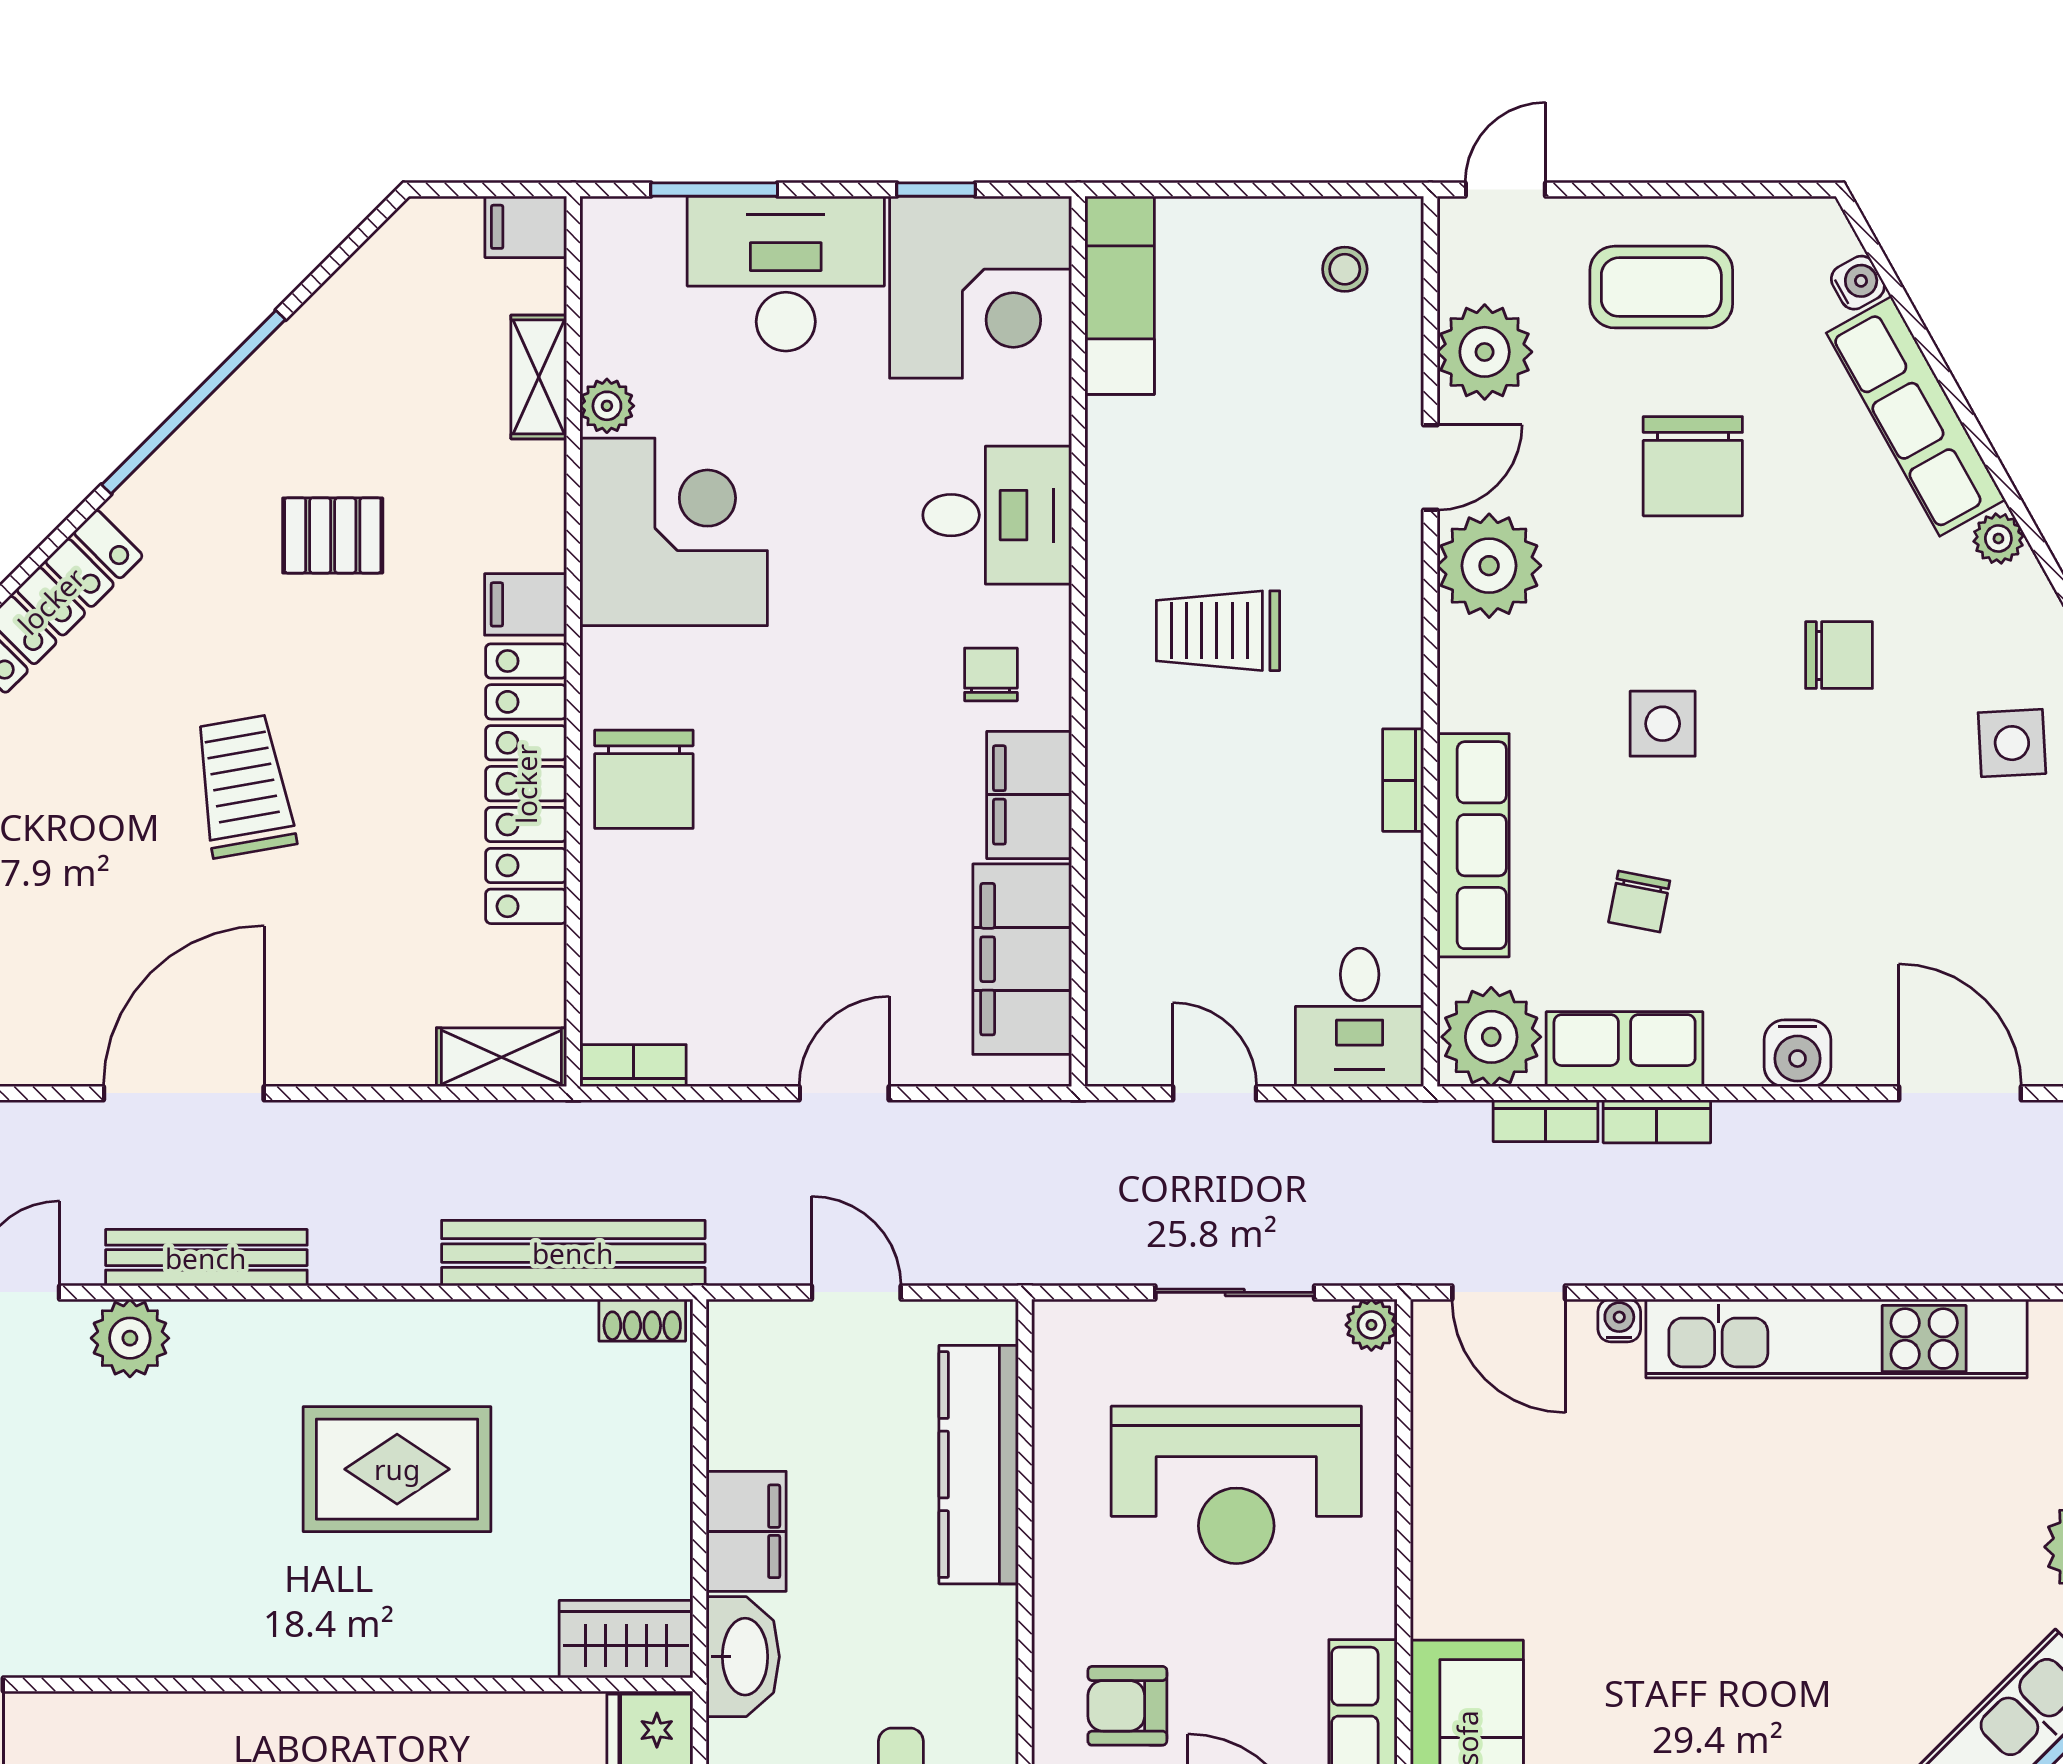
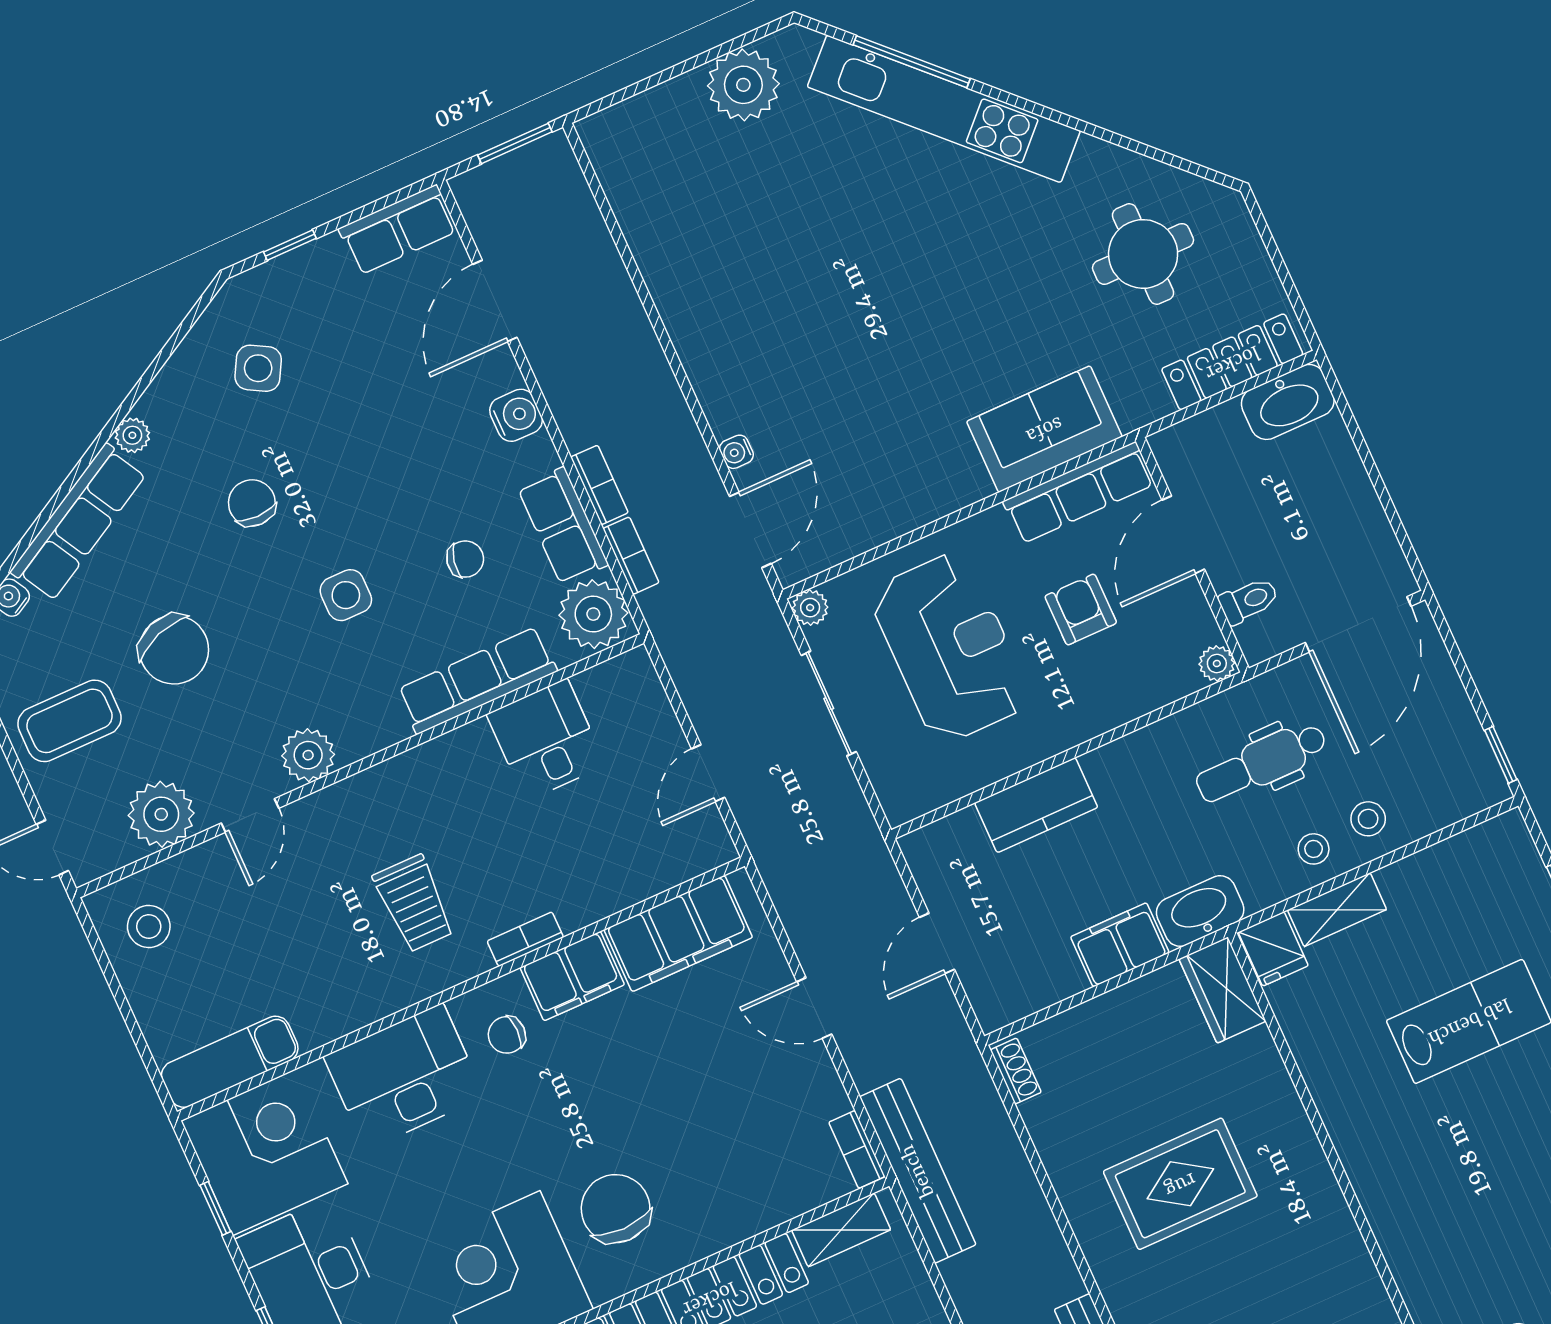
stool: (1345, 269) -> (149, 926), width x1.37, depth x1.37
coffee table: (1661, 287) -> (70, 721), turned 90
chair: (1693, 466) -> (174, 650), turned 71
door: (1430, 467) -> (250, 816), swing flipped
desk: (997, 515) -> (404, 1076), width x1.37
plant: (1489, 566) -> (308, 755), width x0.73, depth x0.73
side table: (2012, 743) -> (258, 368), turned 32
chair: (644, 779) -> (616, 1209), moved, turned -90
bookcase: (1403, 780) -> (525, 939), moved, turned 180
desk: (1360, 1017) -> (546, 740), moved, turned -90
shelving: (501, 1057) -> (841, 1230), moved, turned 90
bench: (573, 1253) -> (918, 1171), moved
kitchen unit: (1836, 1339) -> (686, 309), removed
kitchen counter: (979, 1465) -> (1036, 805), width x0.67
rug: (397, 1469) -> (1180, 1184), turned 90
armchair: (1127, 1706) -> (1081, 610), moved, turned 180

